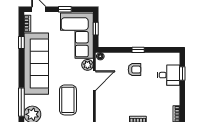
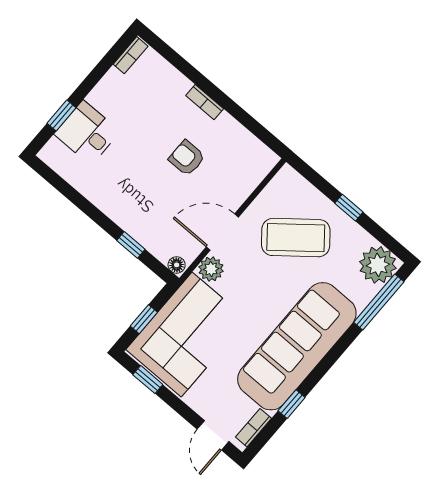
window: (65, 9) -> (148, 380), moved
window: (138, 50) -> (131, 245), moved
armchair: (135, 70) -> (187, 158), moved
coffee table: (68, 100) -> (296, 238), turned 51

